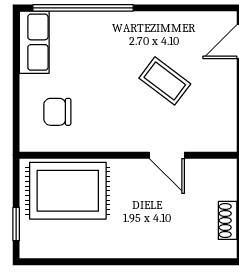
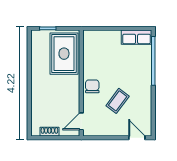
chair: (57, 112) -> (92, 86), moved
door: (167, 155) -> (81, 121), moved

